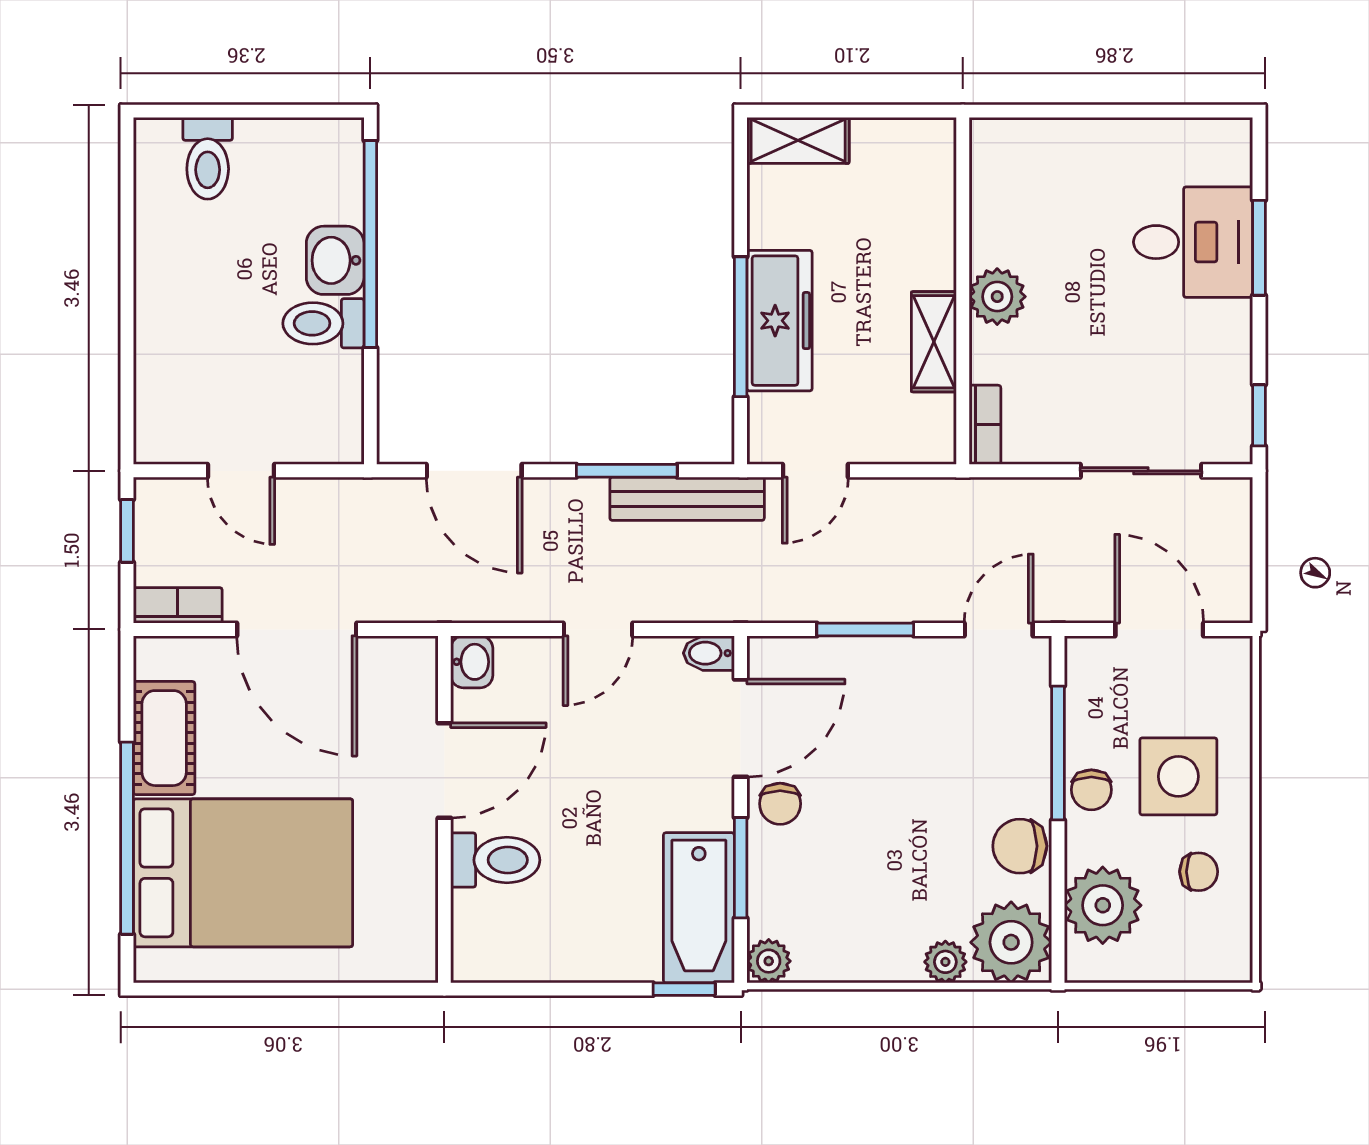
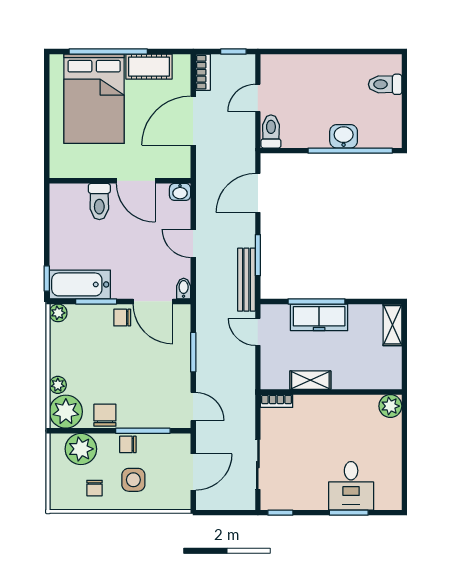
plant: (997, 297) -> (390, 406), moved
toilet: (323, 323) -> (271, 132), moved
side table: (1178, 776) -> (133, 480), width x0.73, depth x0.73

